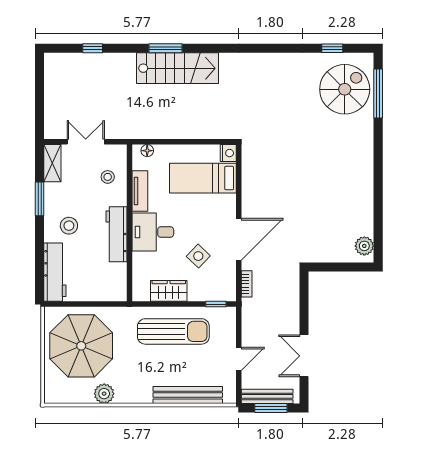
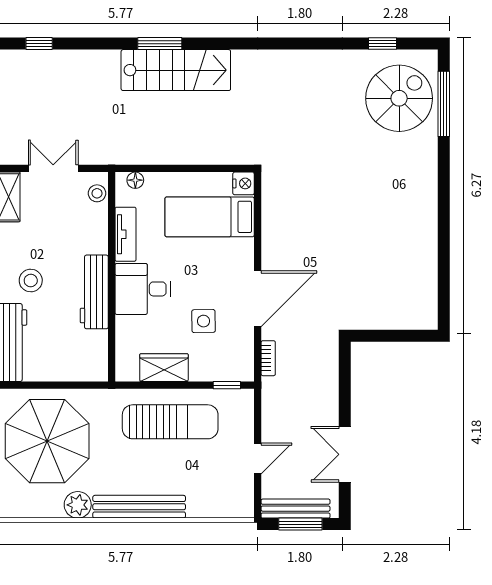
window: (93, 48) -> (39, 44), moved
stool: (108, 177) -> (97, 193), moved
plant: (364, 246) -> (425, 308), removed
side table: (198, 256) -> (204, 321), turned 45
bench: (188, 395) -> (139, 507), moved

